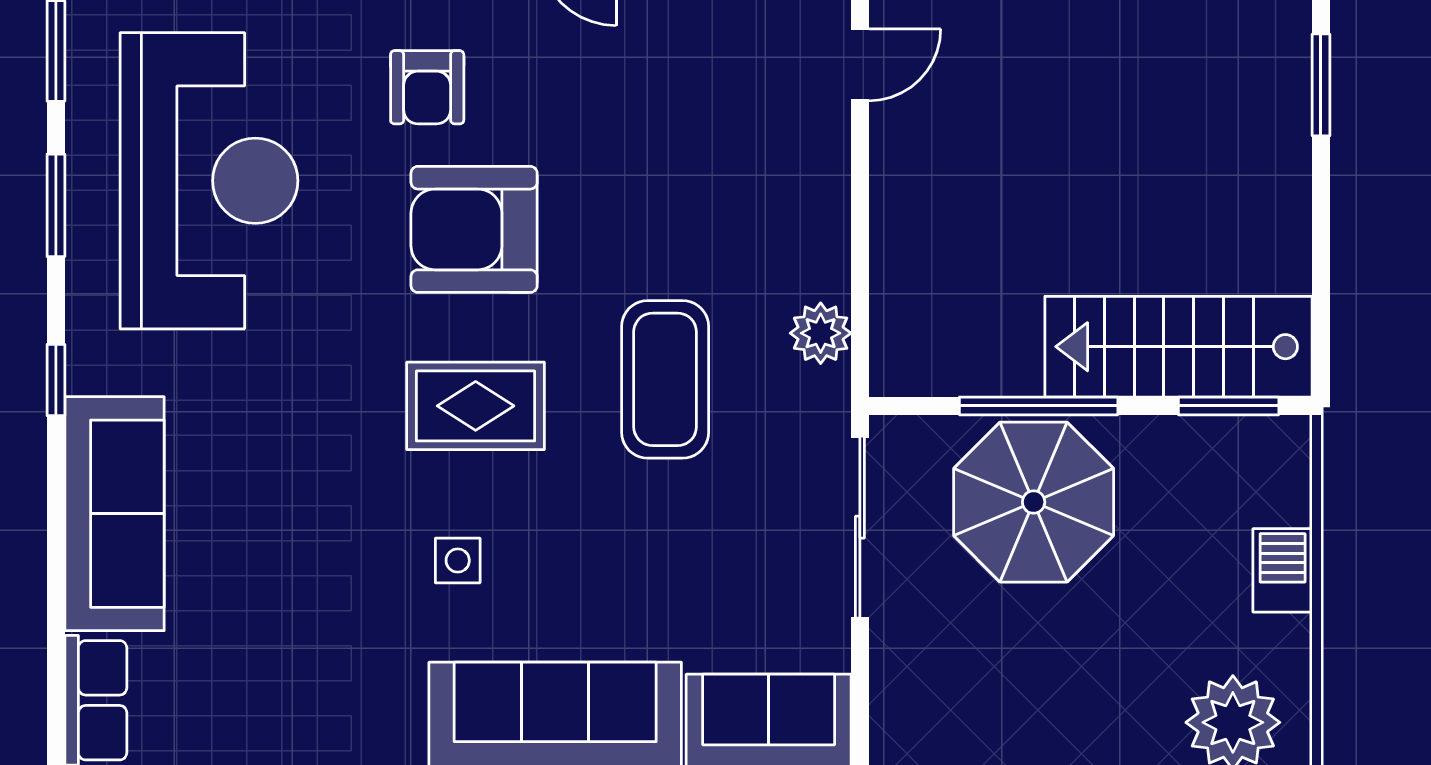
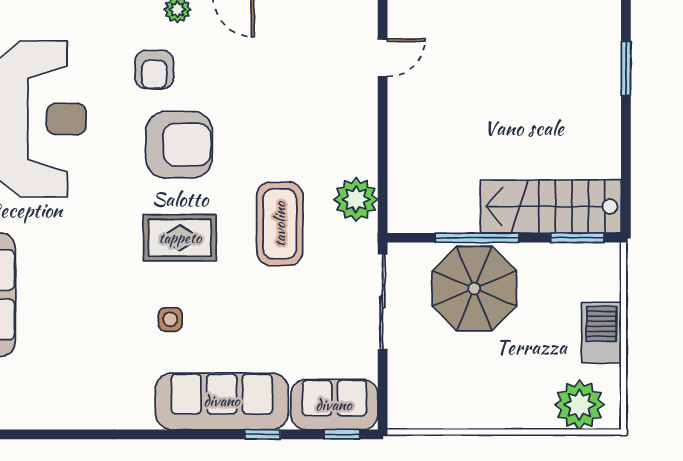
armchair: (474, 229) -> (179, 145), turned 180
plant: (821, 333) -> (356, 199), width x1.36, depth x1.36
barbecue: (1283, 570) -> (601, 333), width x1.38, depth x1.27

